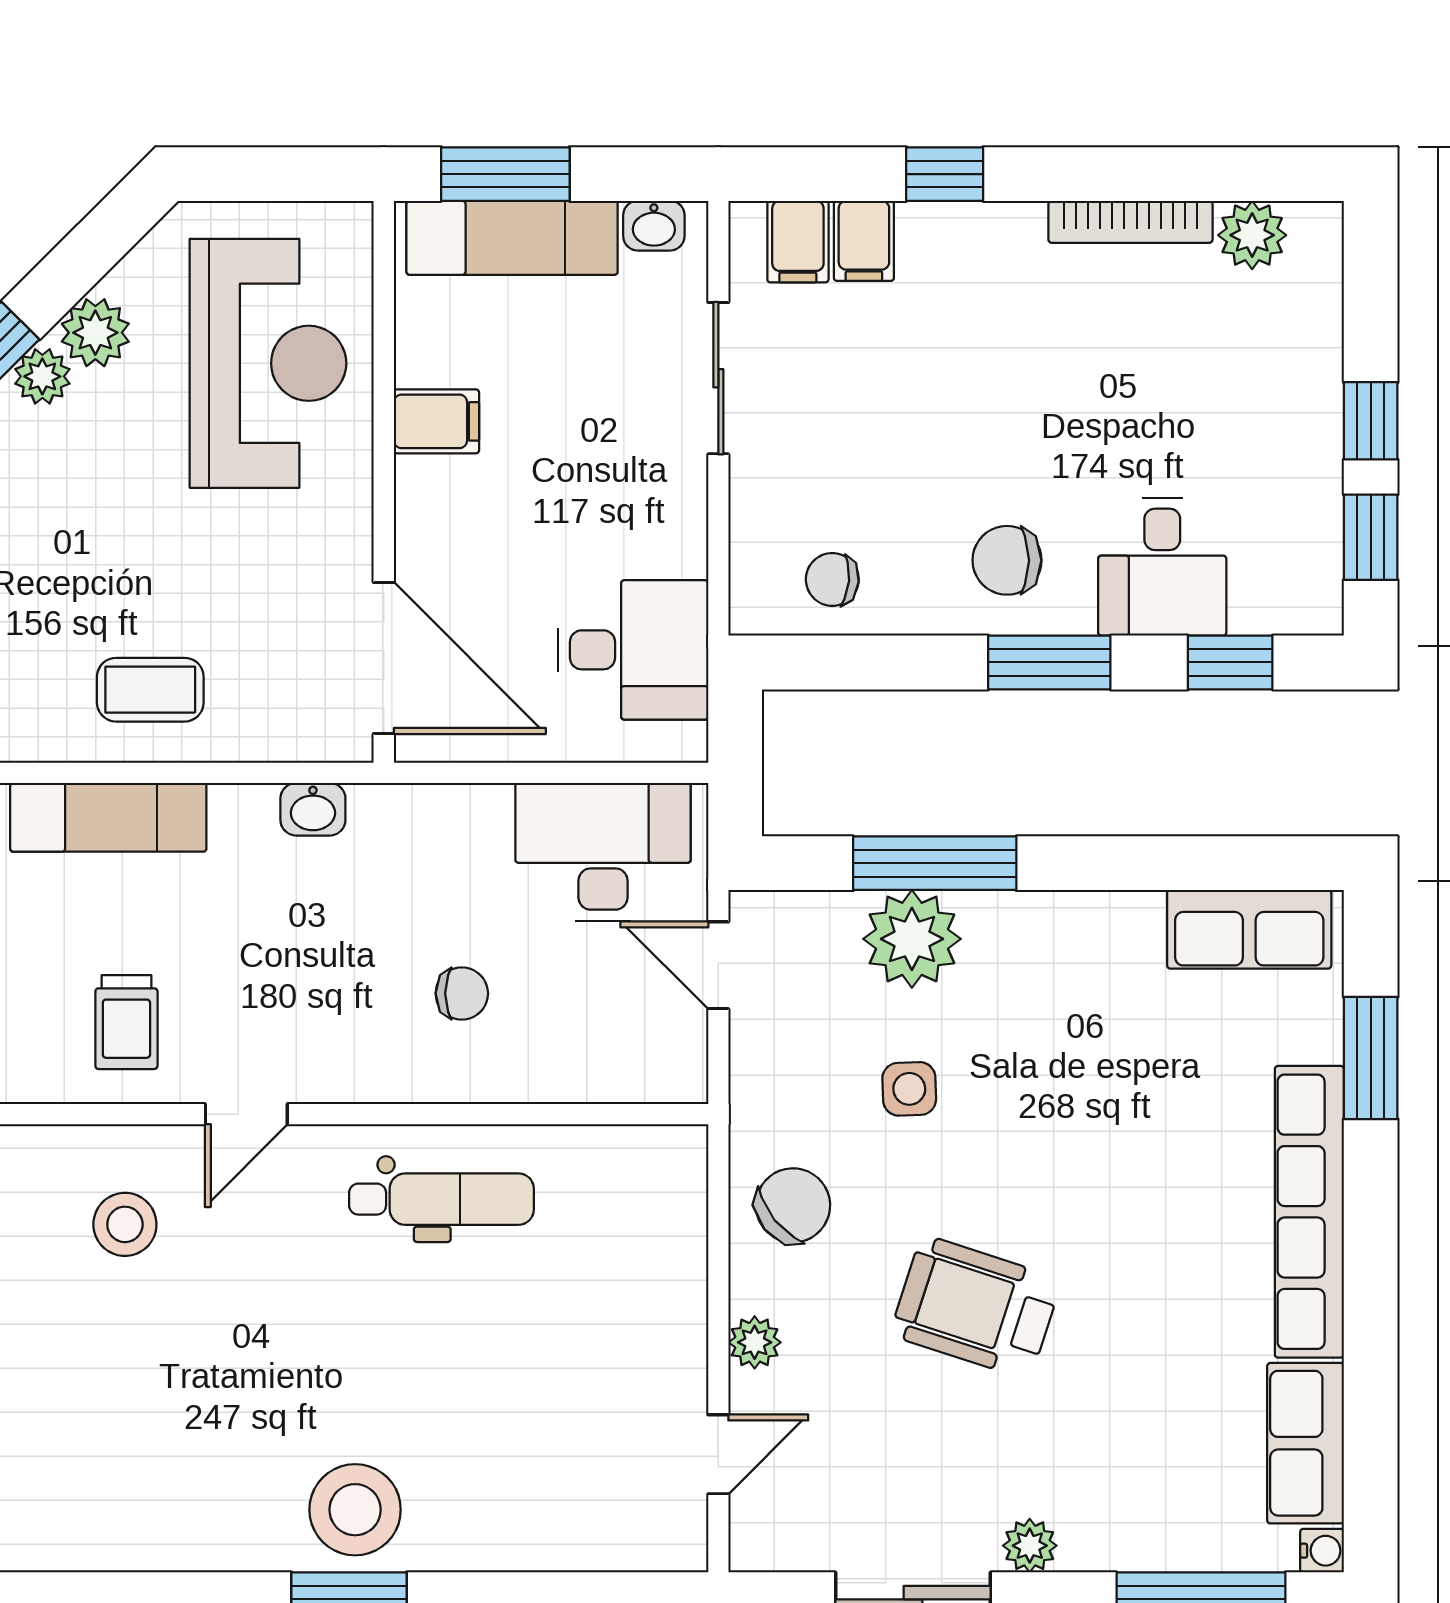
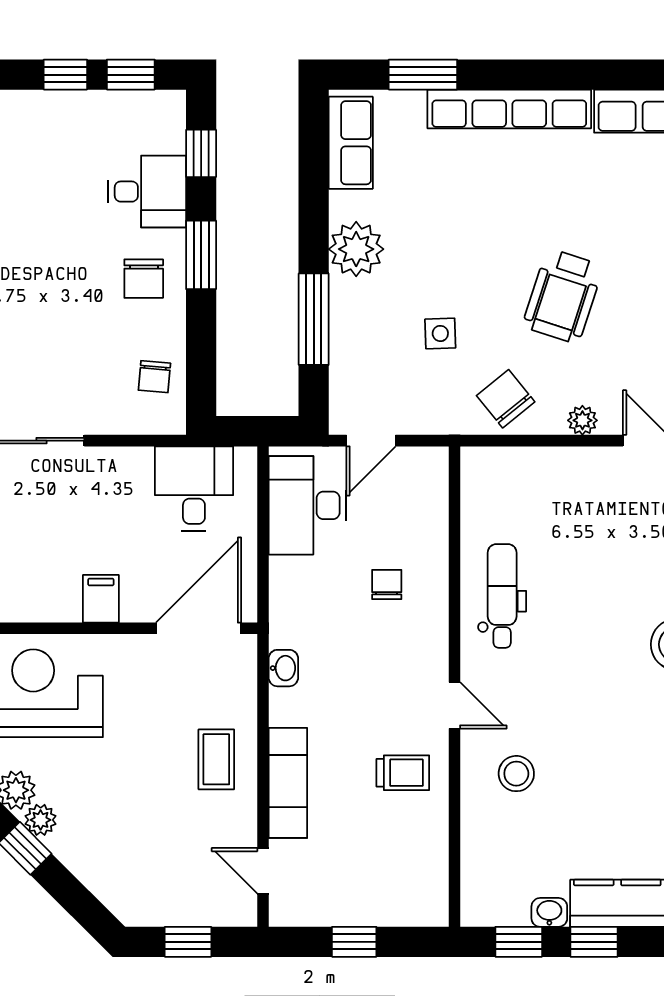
filing cabinet: (436, 421) -> (101, 599), moved
plant: (912, 939) -> (356, 249), moved

